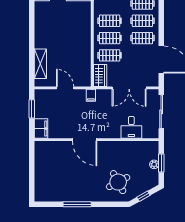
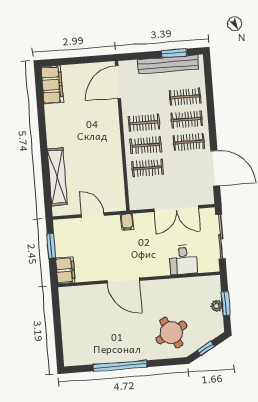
shelving: (40, 64) -> (57, 177), width x1.47
wardrobe: (100, 76) -> (137, 195), removed
window: (77, 204) -> (120, 366), width x1.46

